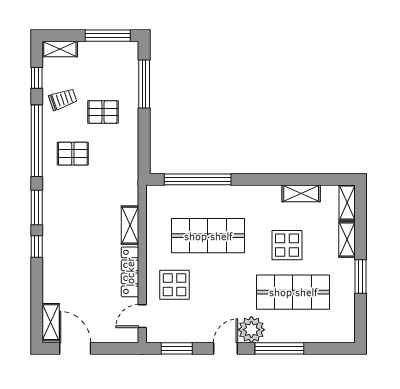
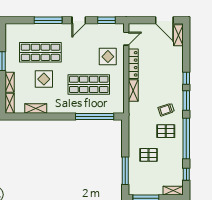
trolley: (63, 99) -> (166, 110), moved
plant: (251, 330) -> (64, 31), removed

